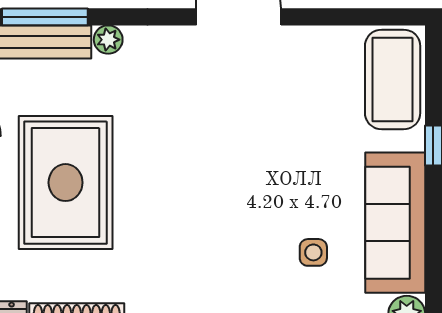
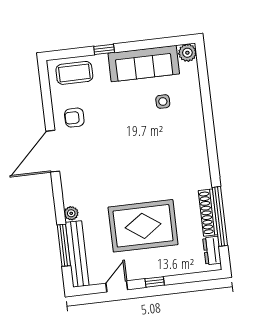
armchair: (302, 69) -> (74, 118), added
coffee table: (393, 79) -> (74, 73), width x0.73, depth x0.76

